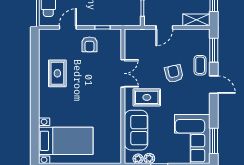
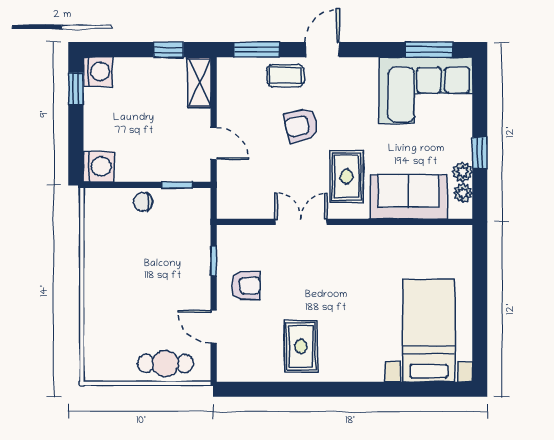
rug: (57, 73) -> (301, 346), turned 90

